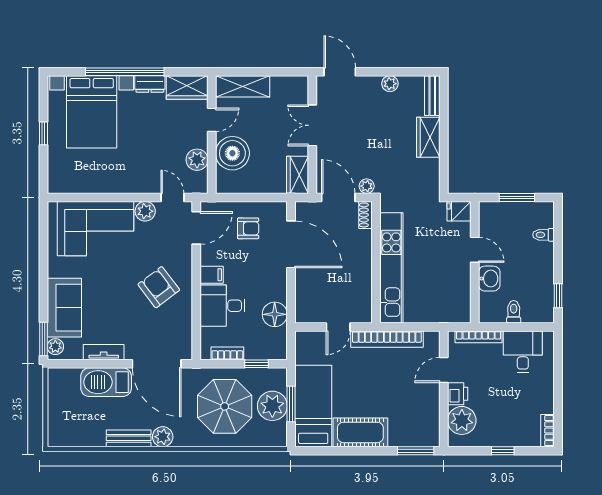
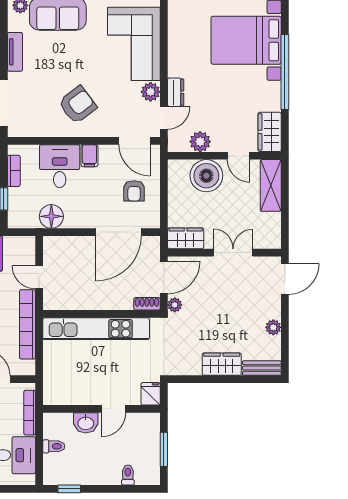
dresser: (150, 84) -> (176, 92), moved, turned 180

